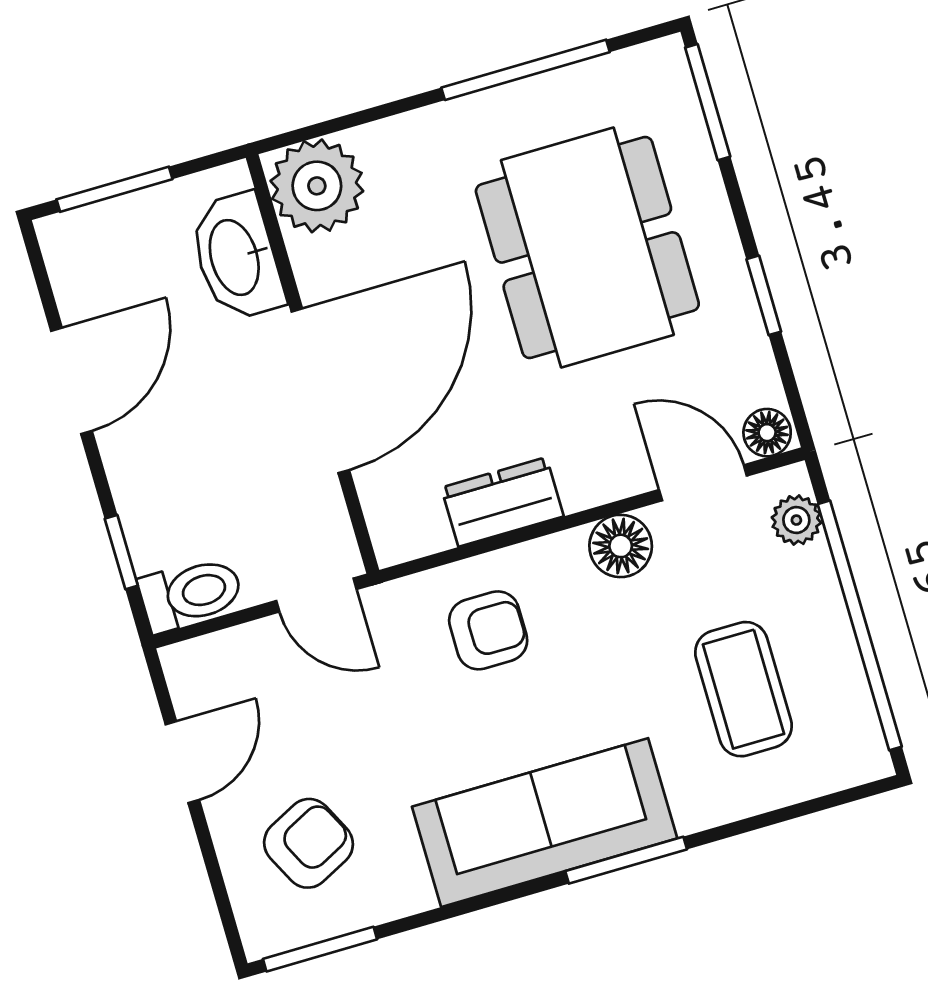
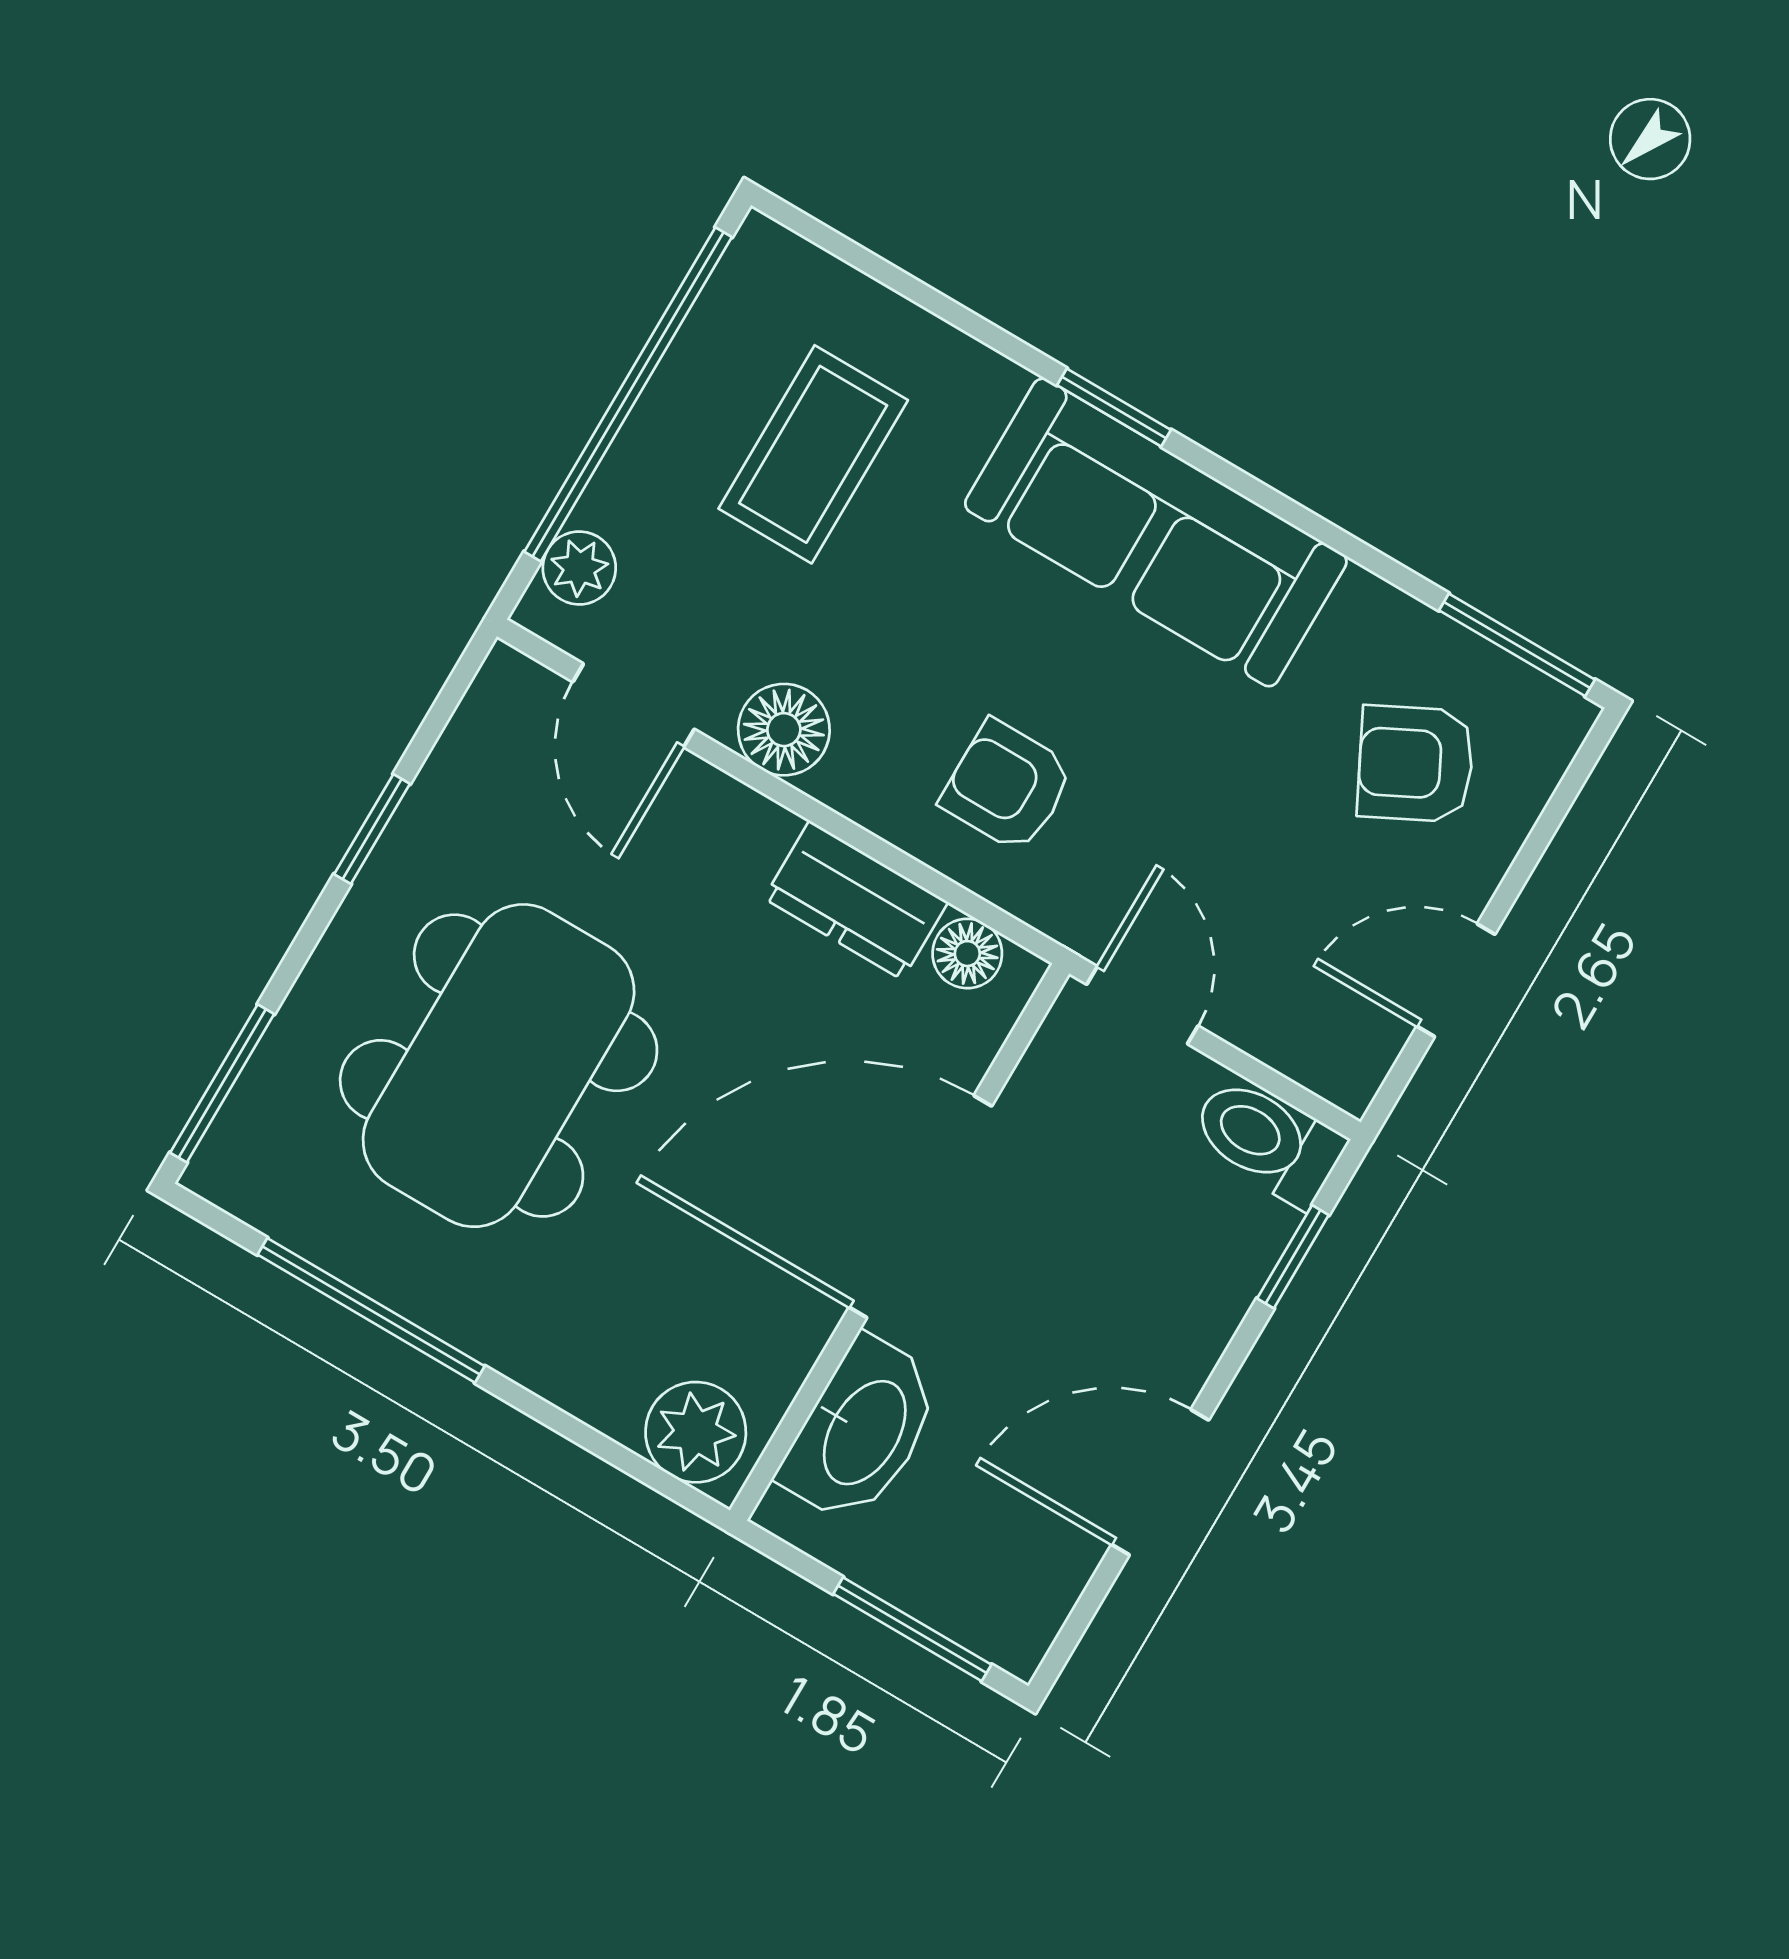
plant: (317, 186) -> (696, 1432), width x0.73, depth x0.73
floor lamp: (767, 433) -> (967, 954), moved
window: (626, 860) -> (1114, 408), width x0.67

